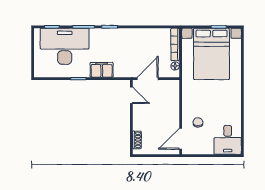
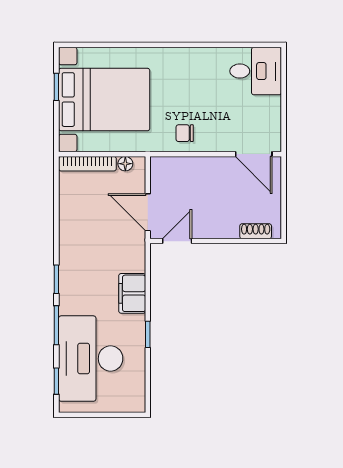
chair: (198, 122) -> (185, 133), moved

